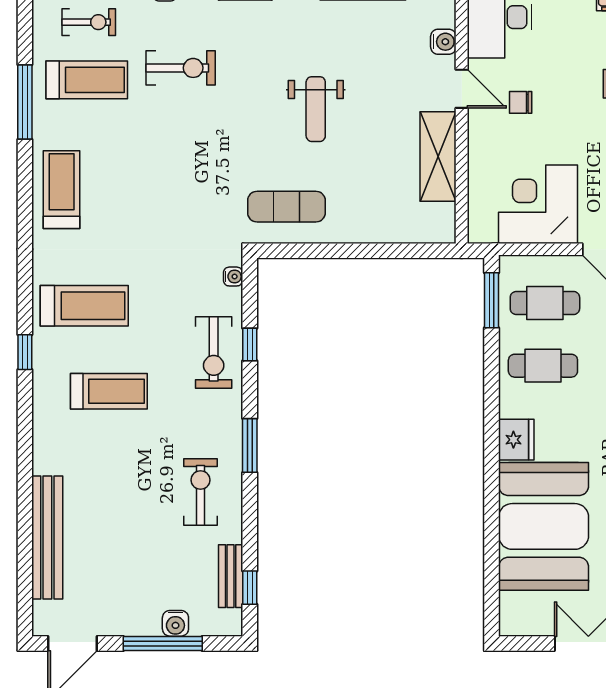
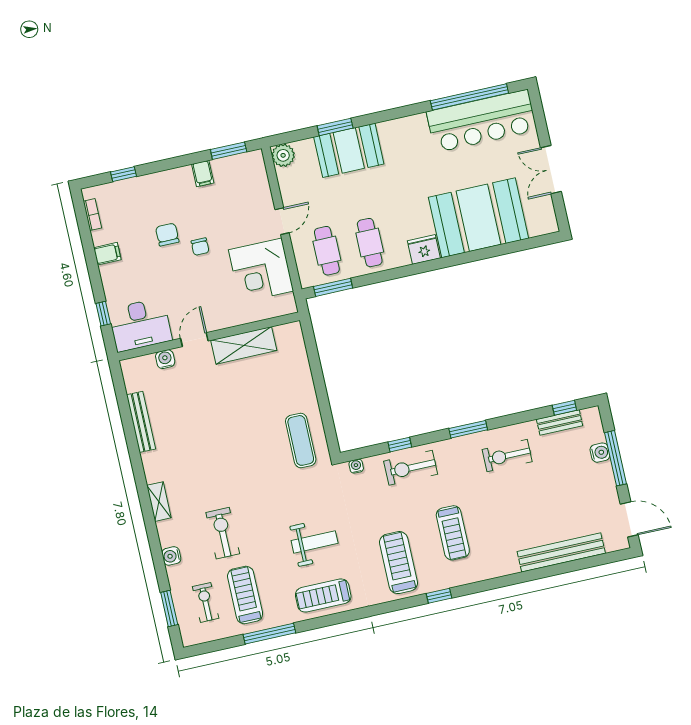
chair: (521, 102) -> (200, 247), moved
weight bench: (316, 109) -> (315, 542), moved
exercise bike: (214, 353) -> (411, 468), turned 180
treadmill: (109, 391) -> (453, 533), turned 180

